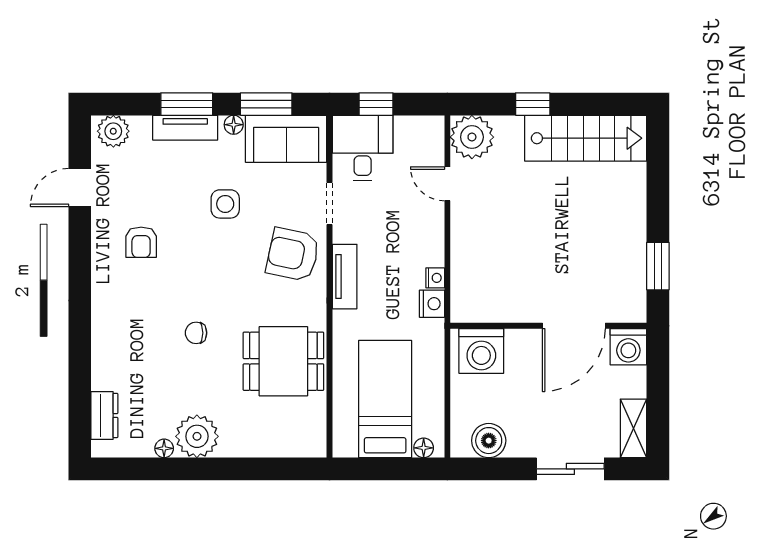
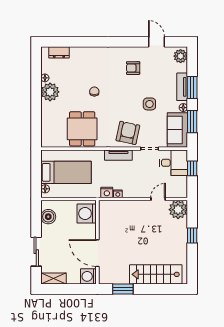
stairs: (586, 138) -> (156, 274), moved, turned 90

